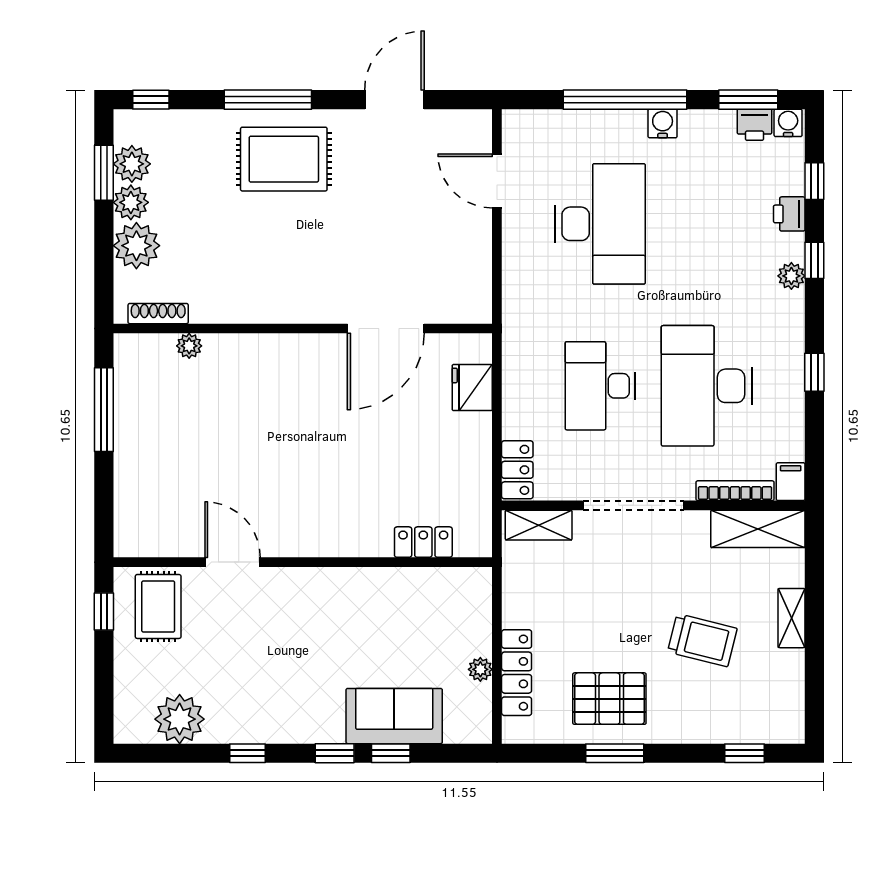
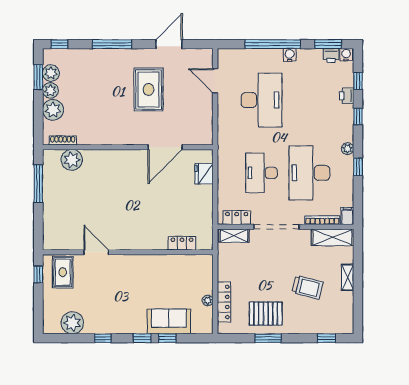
rug: (284, 159) -> (148, 89), moved, turned 90
plant: (791, 276) -> (348, 149), moved
plant: (189, 346) -> (72, 160), width x1.88, depth x1.88
locker: (517, 470) -> (237, 218), moved, turned -90

